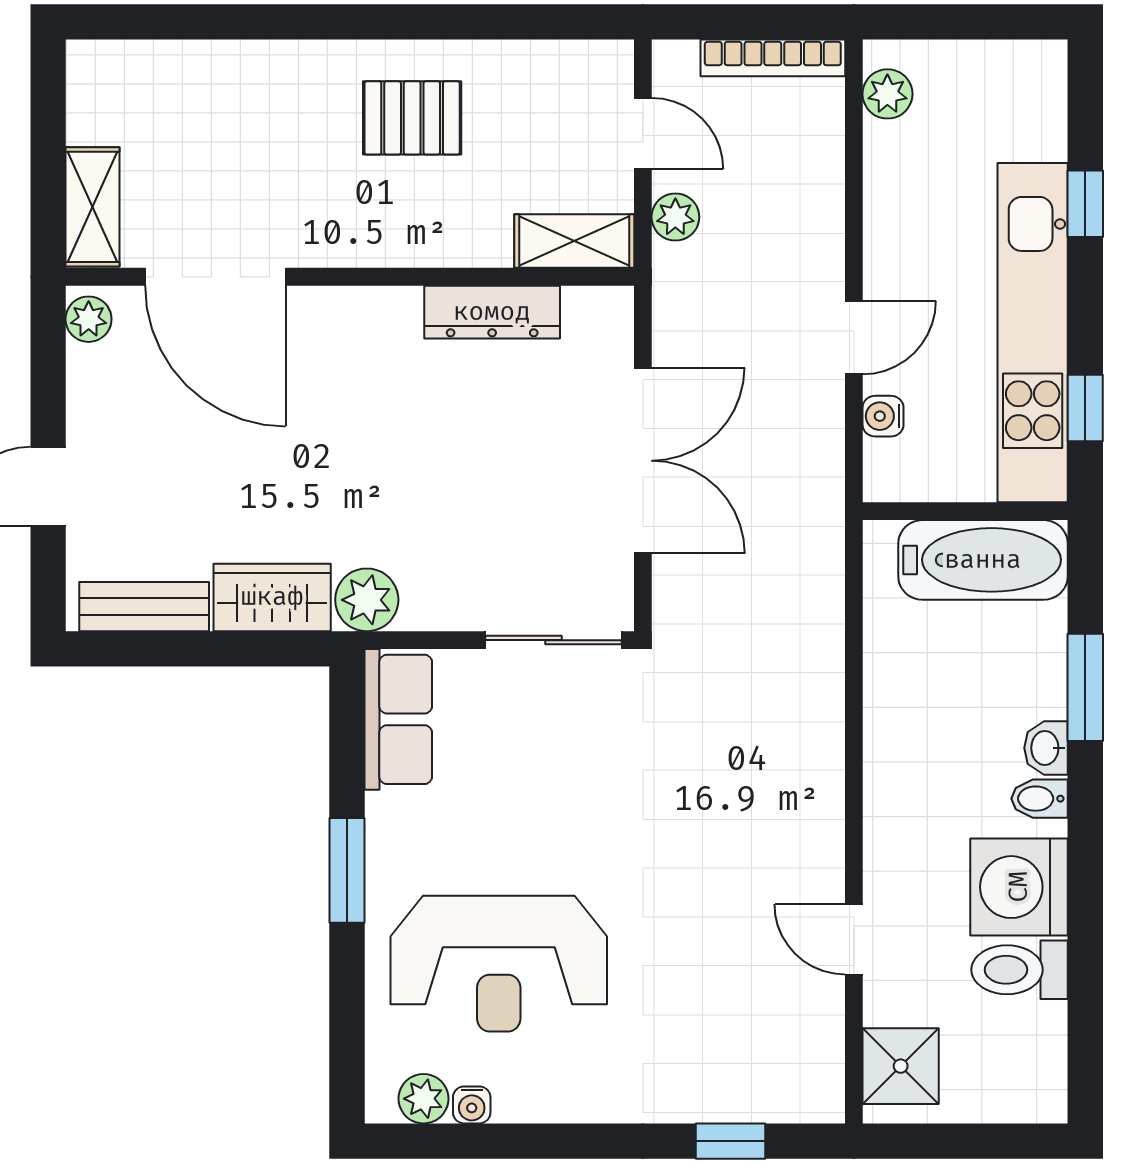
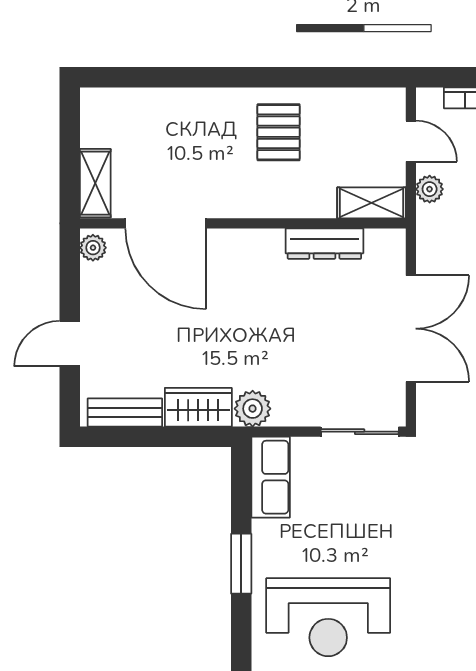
pallet: (412, 118) -> (279, 132), turned 90

